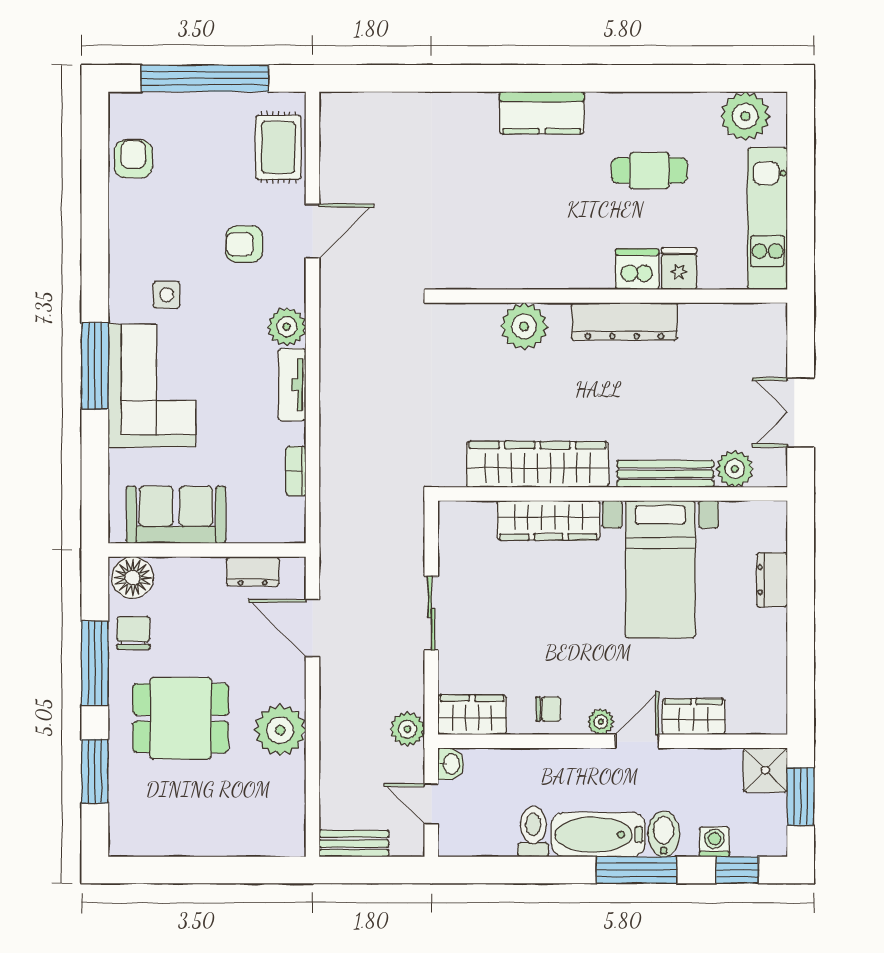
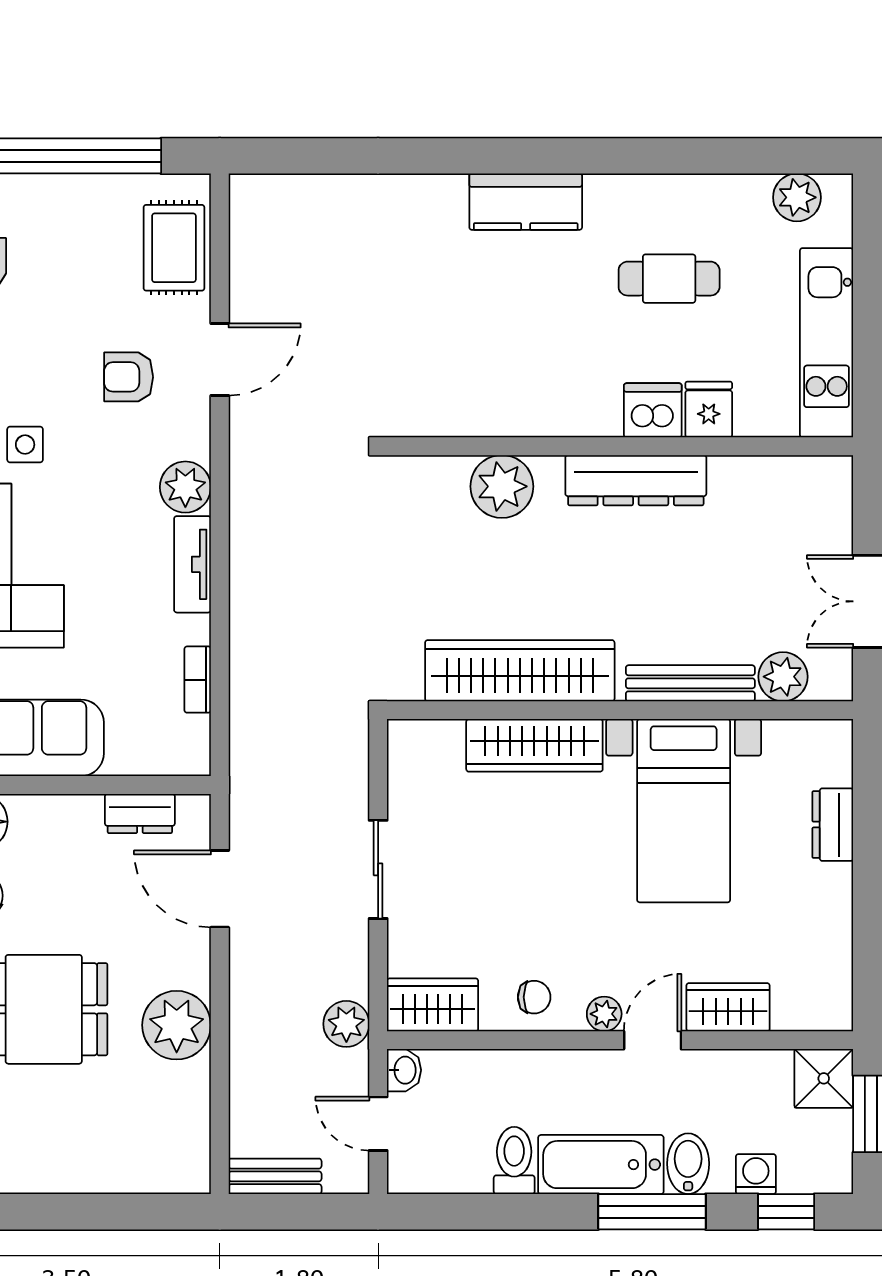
plant: (745, 116) -> (797, 197), width x0.73, depth x0.73

